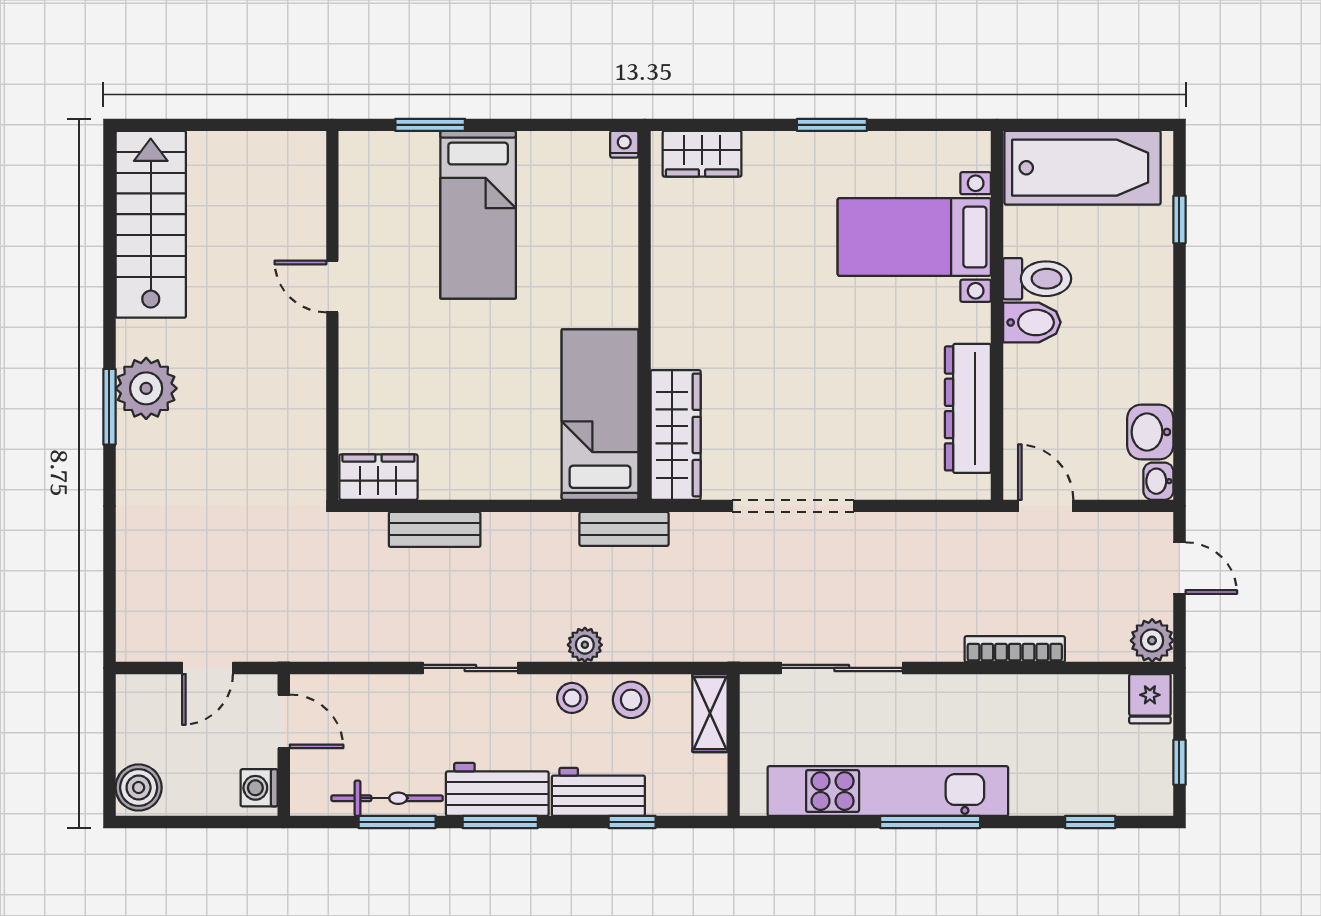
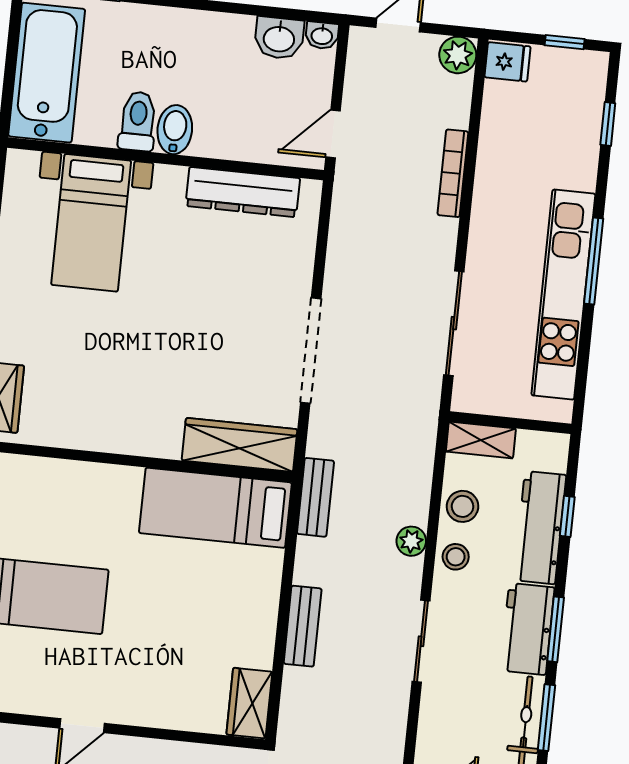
bench: (435, 529) -> (303, 626), moved
workbench: (598, 792) -> (540, 528), width x1.38

